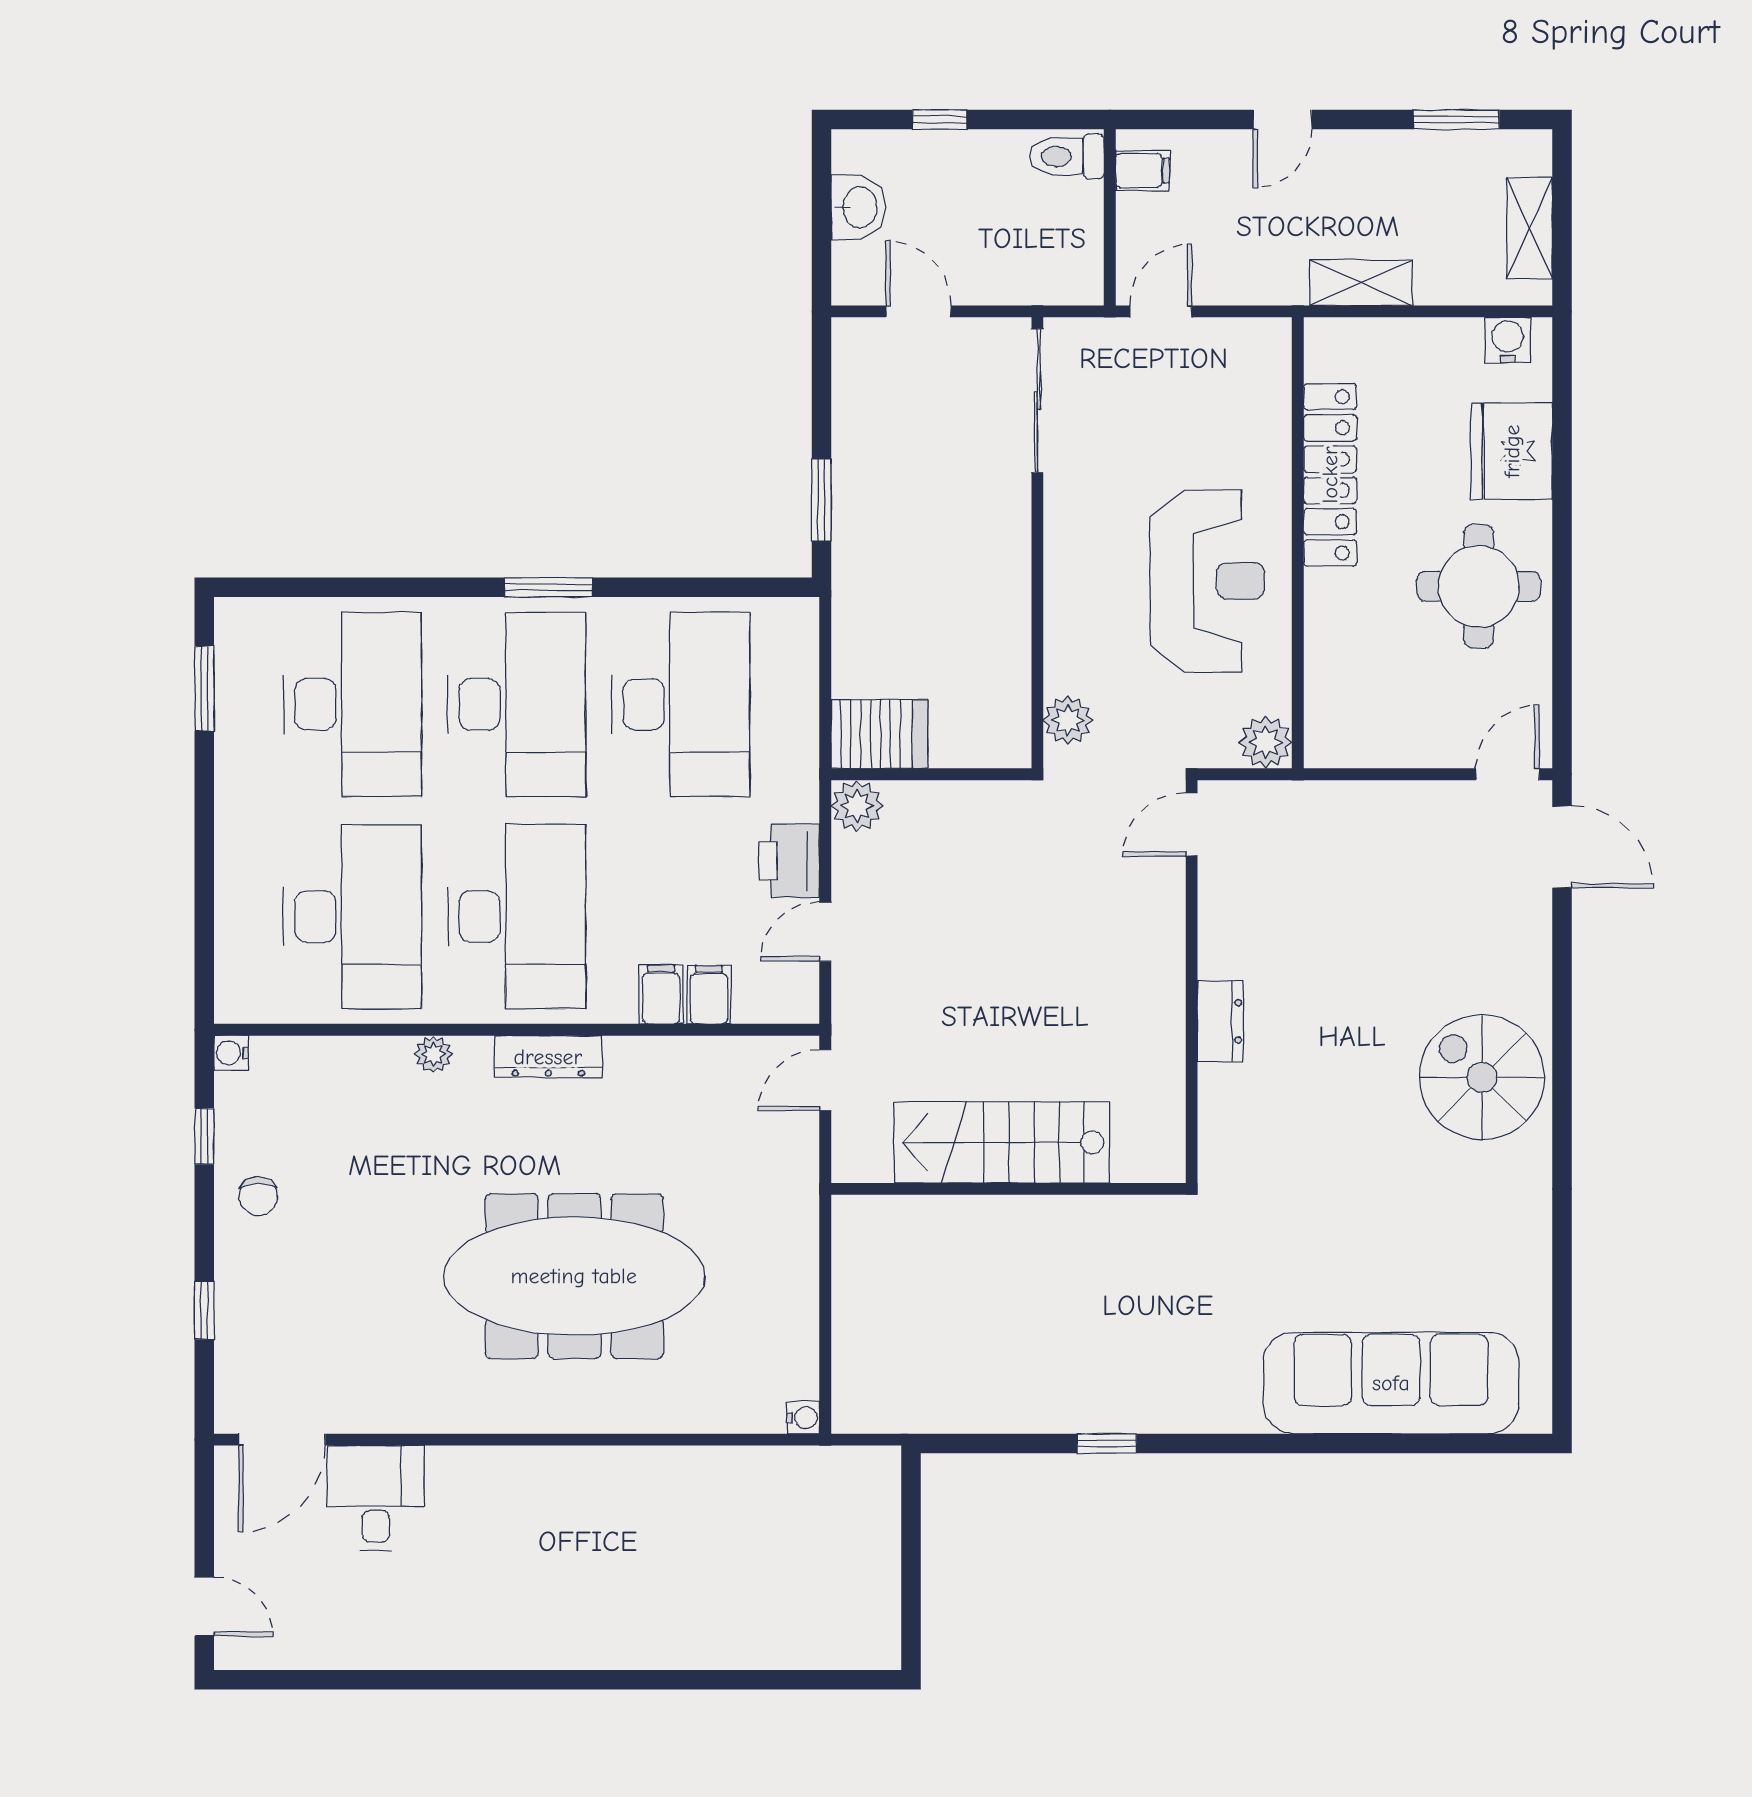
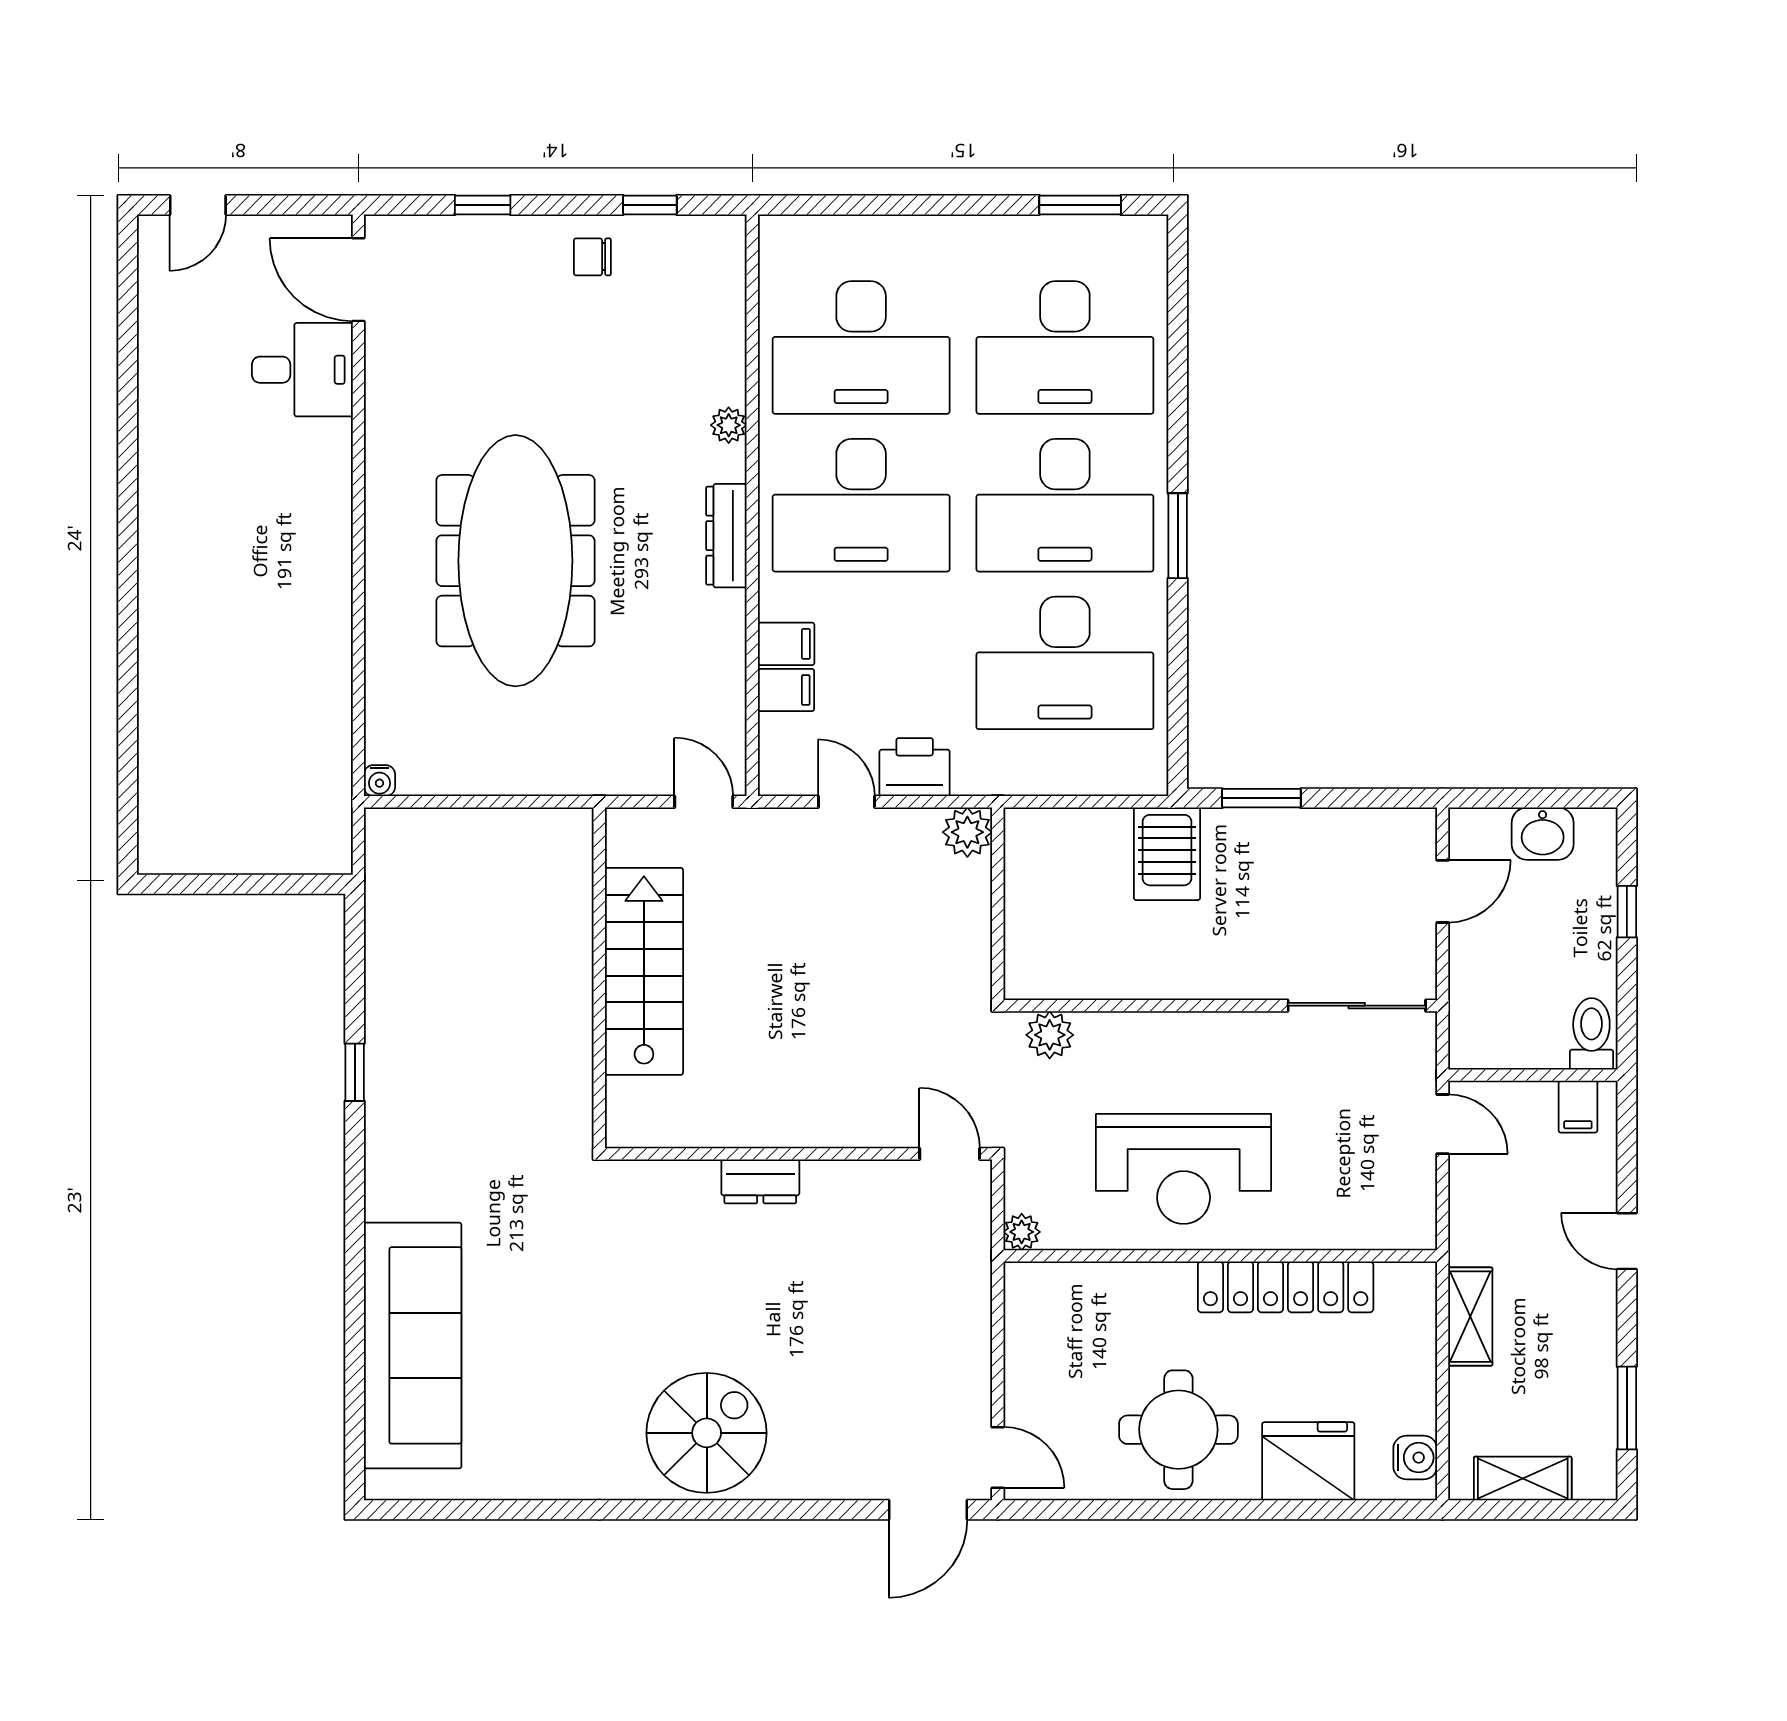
server rack: (879, 734) -> (1167, 854), moved
plant: (1266, 742) -> (1022, 1232), width x0.73, depth x0.73
water cooler: (231, 1053) -> (730, 231), removed

